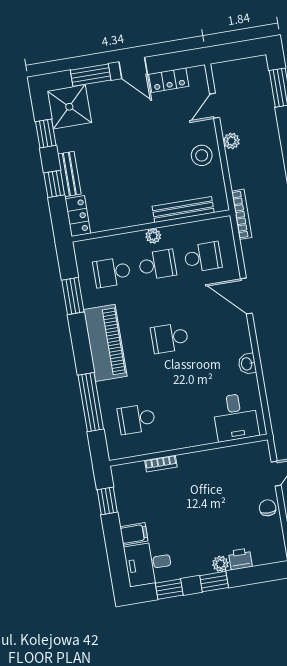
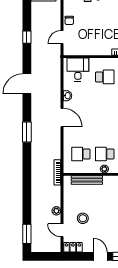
locker: (169, 80) -> (73, 247), moved
door: (215, 106) -> (62, 230), swing flipped
stool: (202, 155) -> (83, 218), moved
door: (246, 296) -> (62, 118), moved
school desk: (170, 338) -> (105, 77), moved

